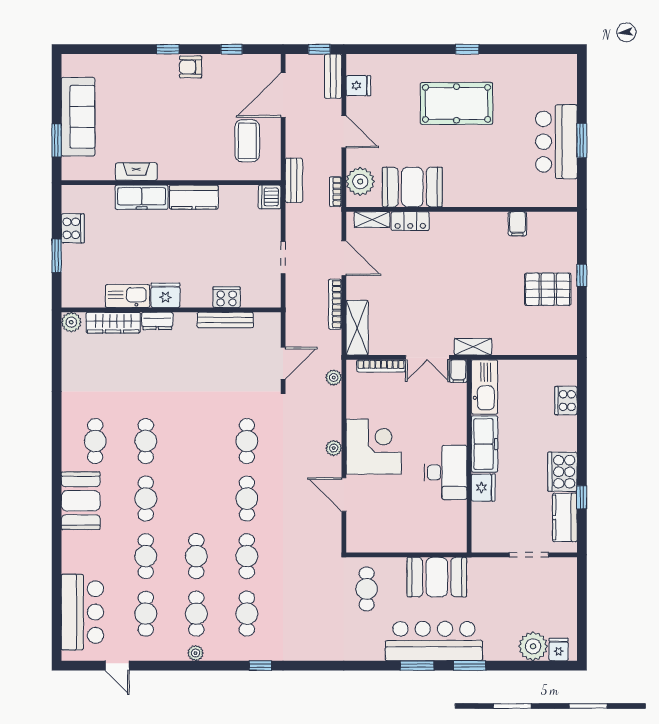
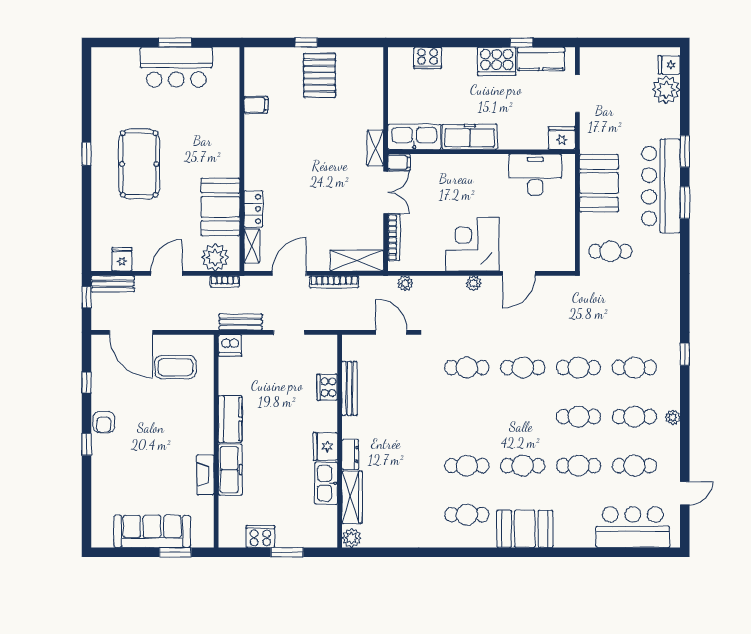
bench: (294, 180) -> (241, 322), moved
desk: (446, 472) -> (535, 175), moved
fridge: (483, 488) -> (562, 138), moved

